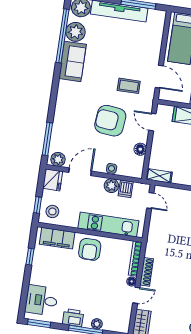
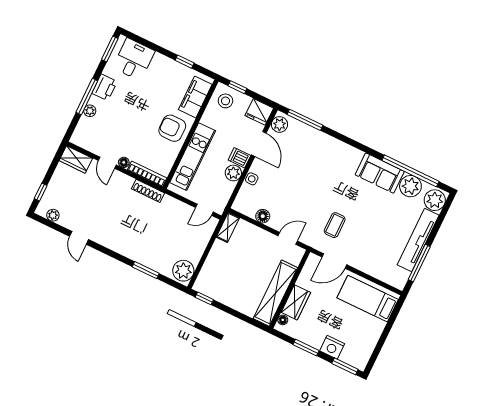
armchair: (110, 121) -> (303, 194), removed
dishwasher: (126, 189) -> (239, 158), moved
shoe rack: (147, 272) -> (148, 191), moved

